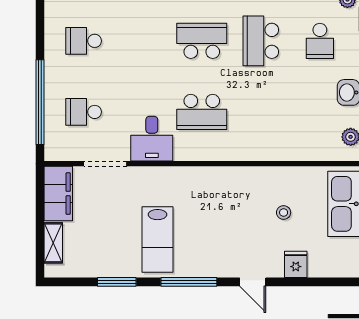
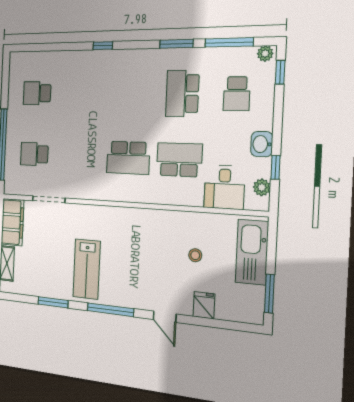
school desk: (202, 41) -> (179, 160), moved
desk: (152, 139) -> (224, 187), moved

